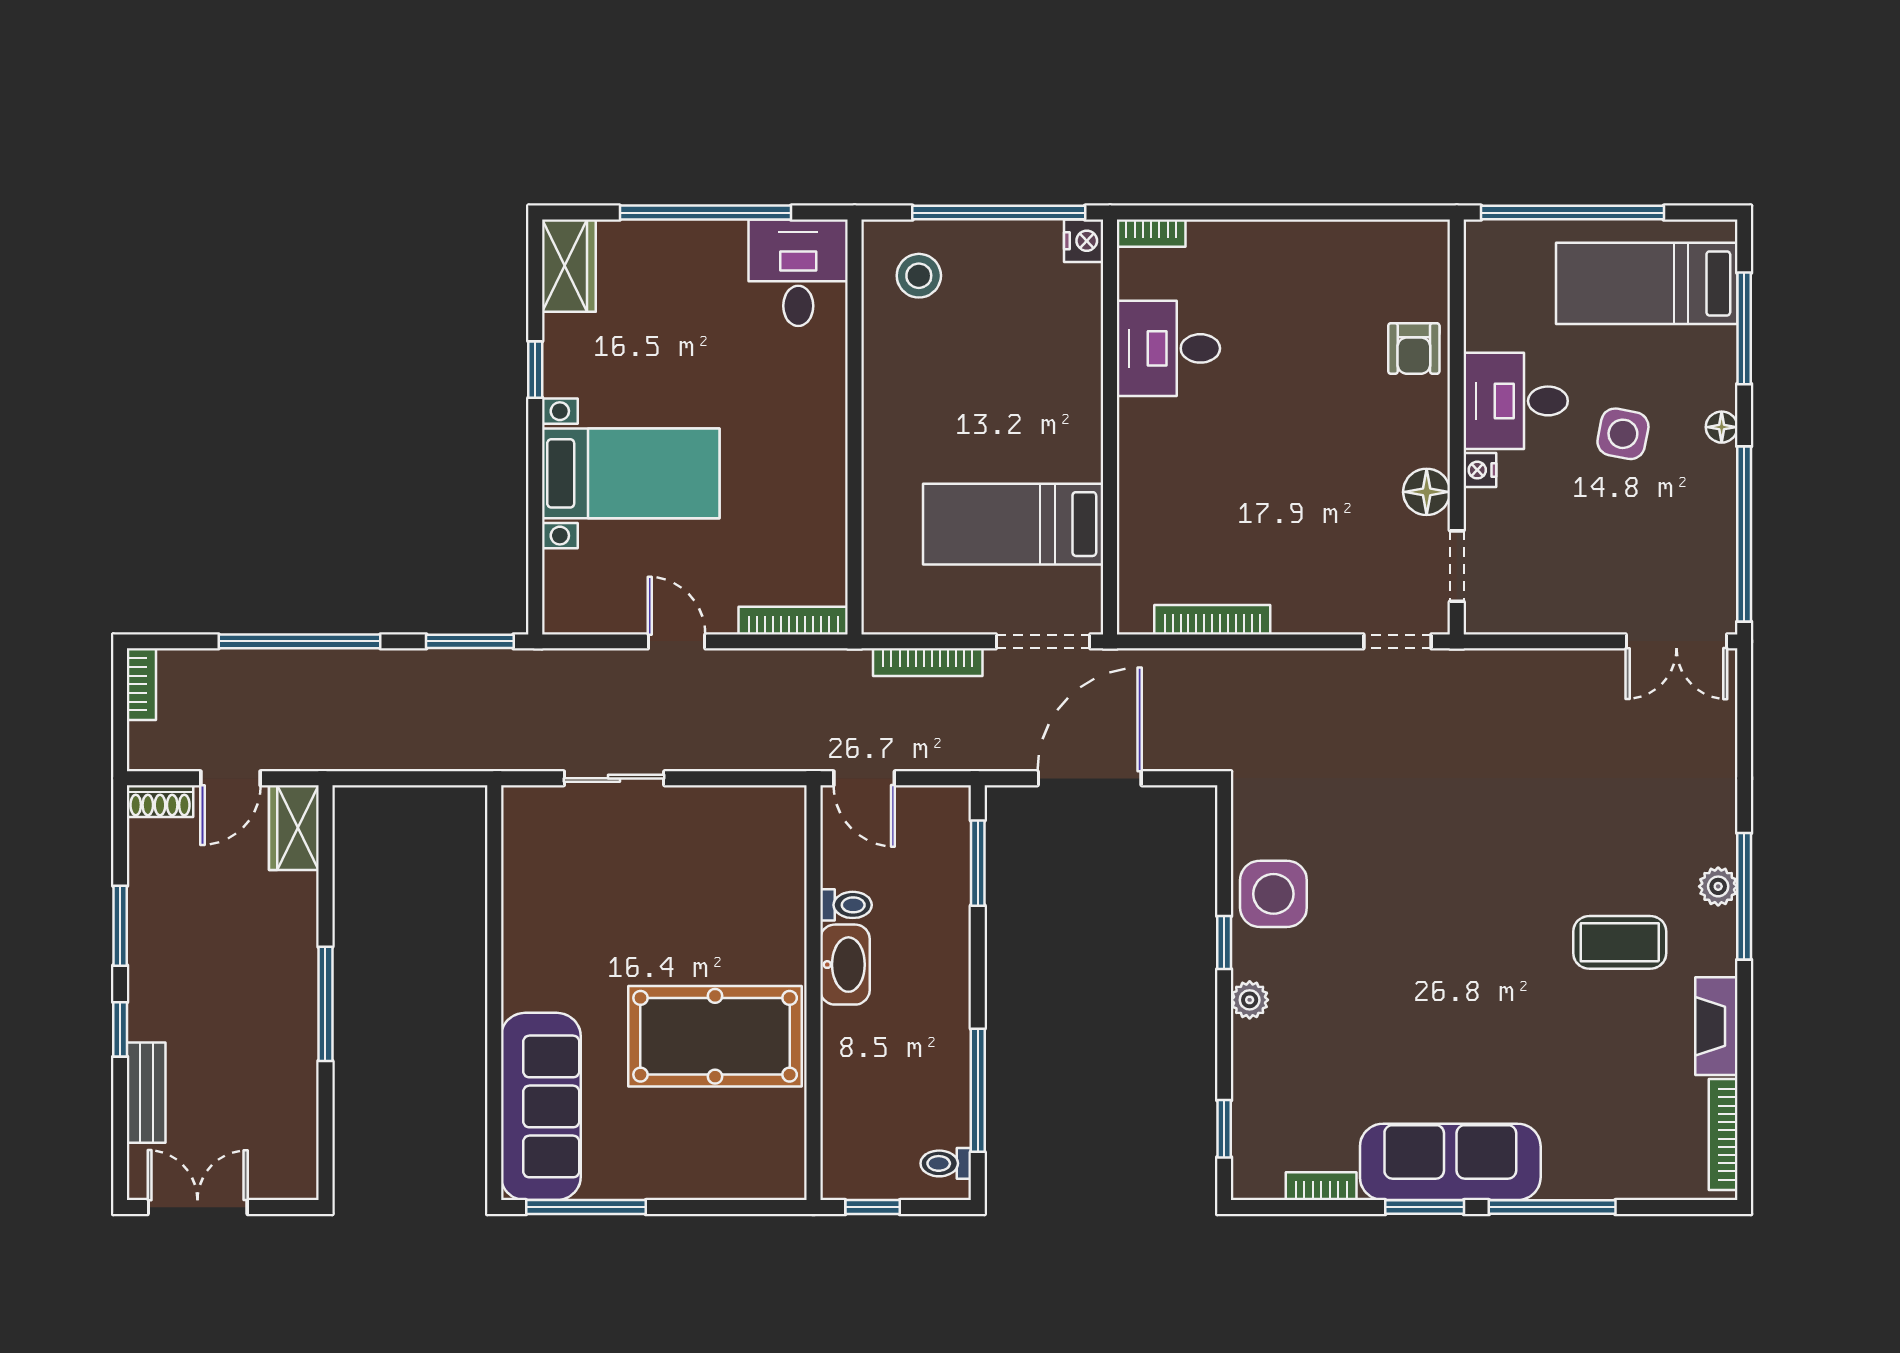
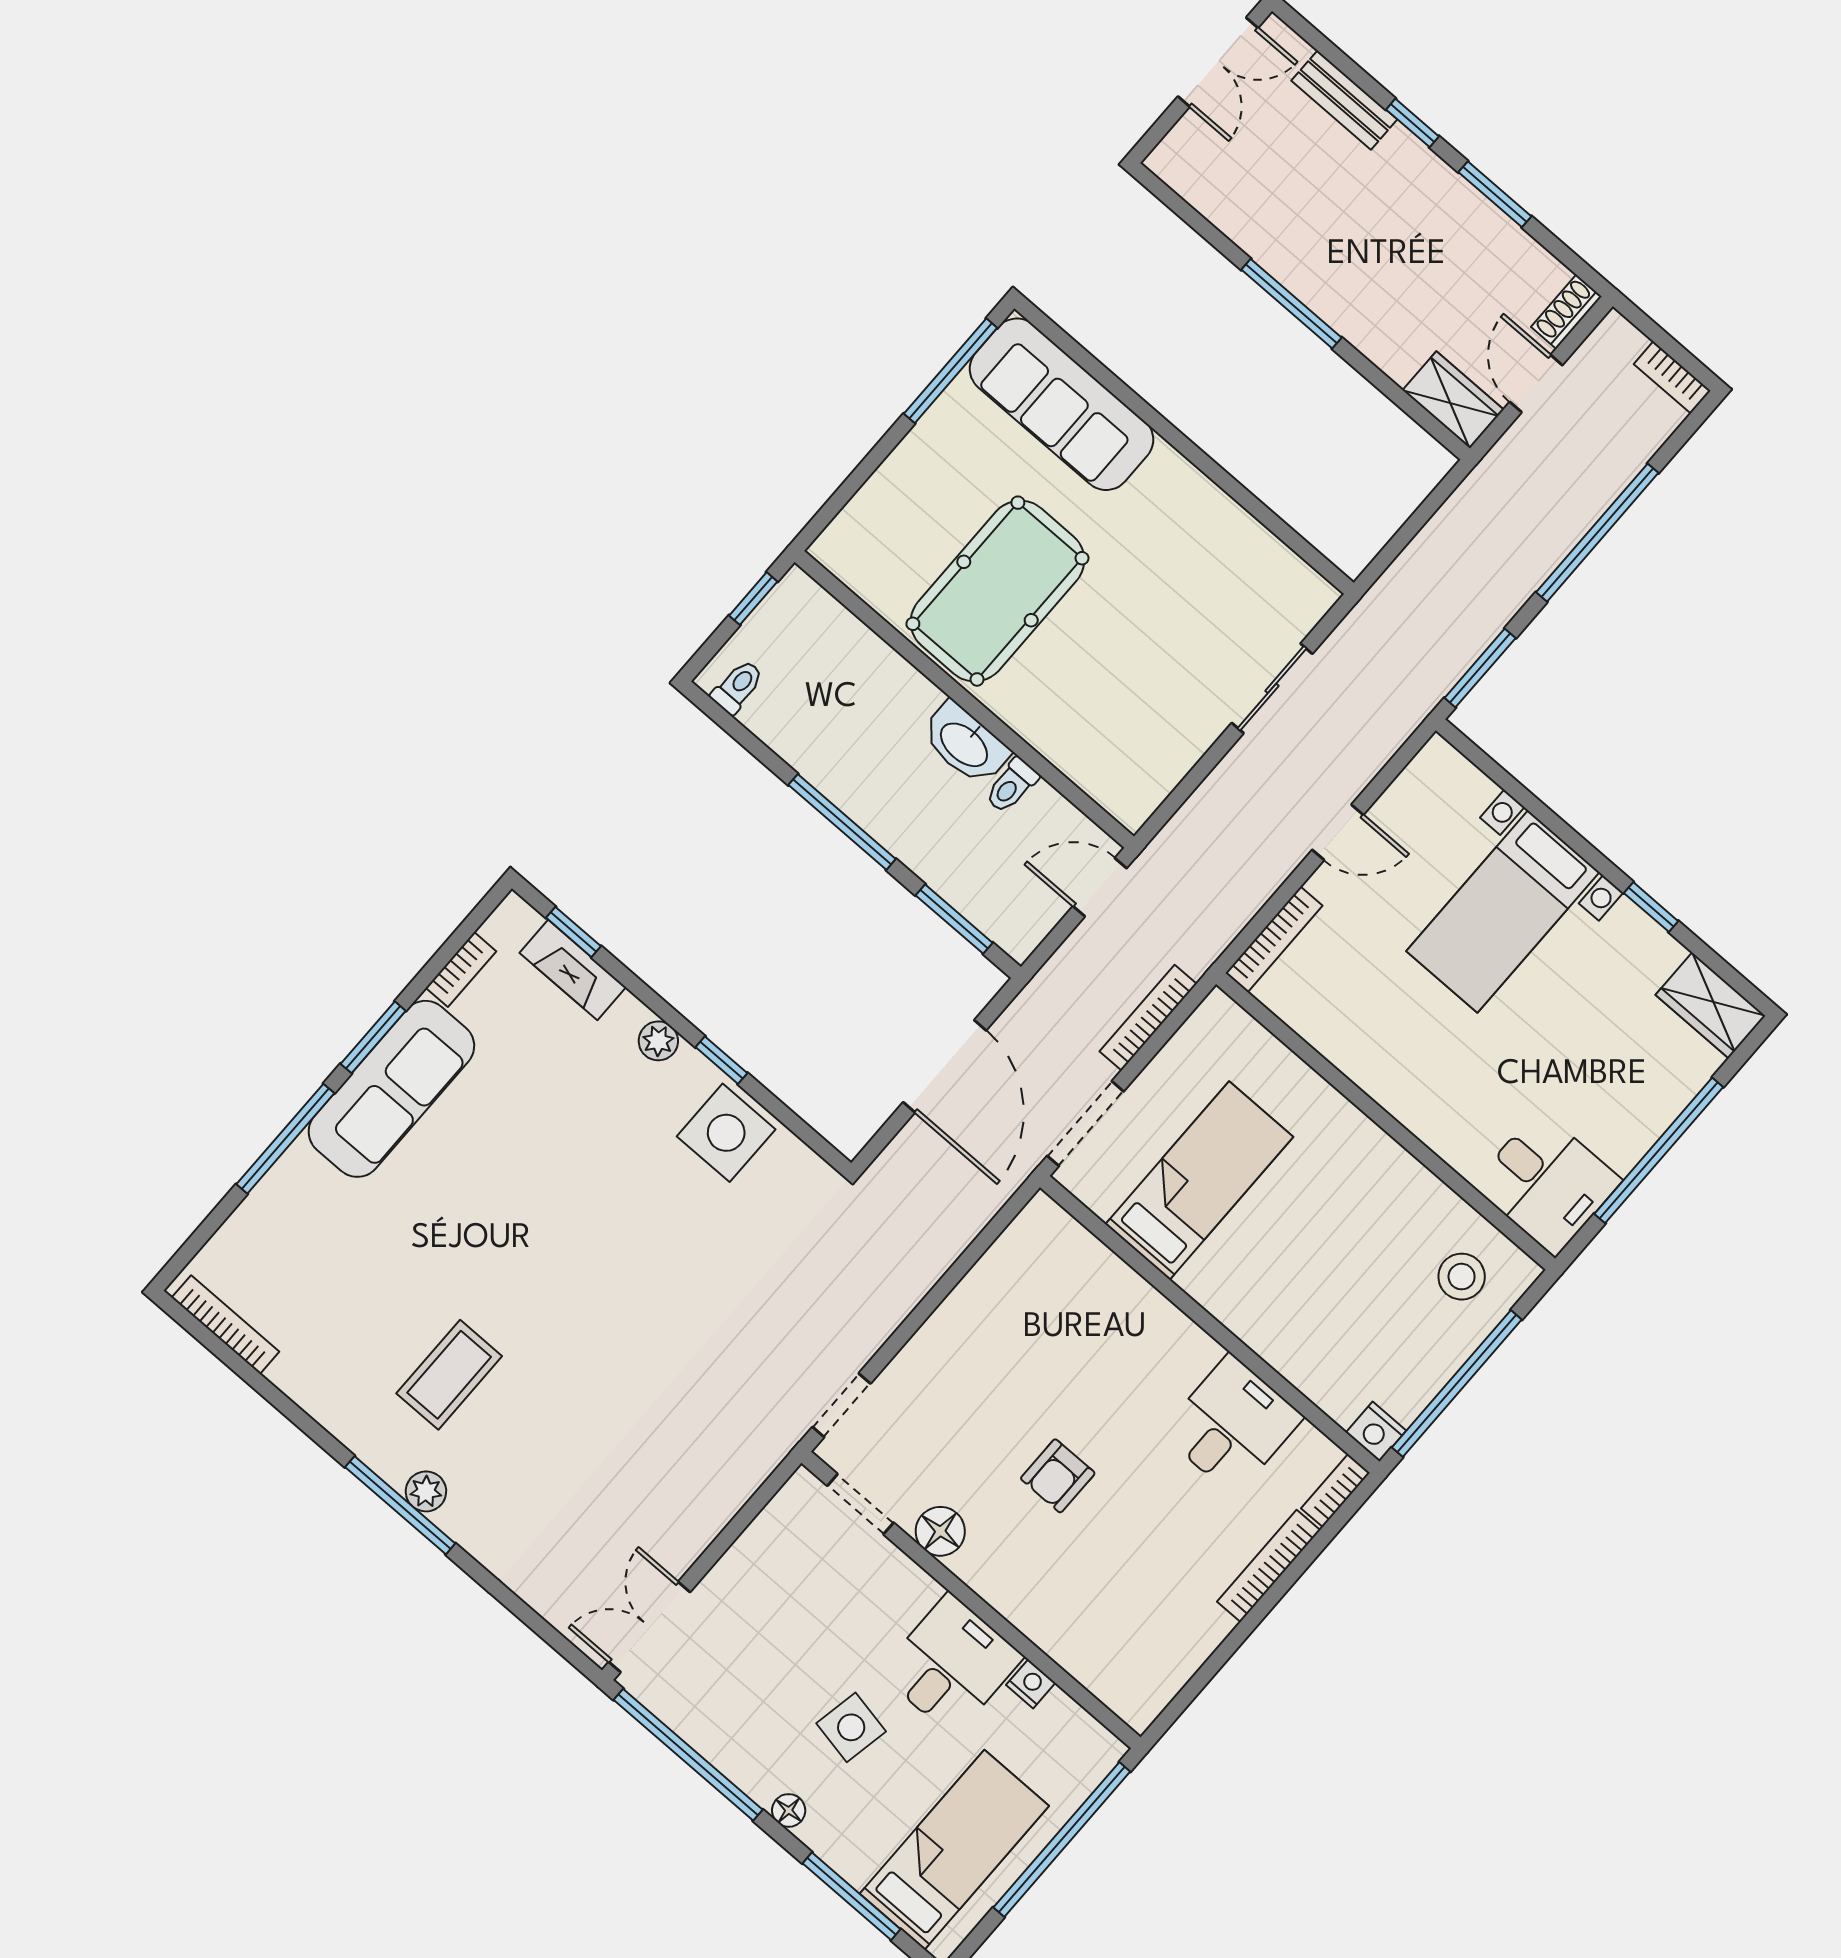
armchair: (1414, 348) -> (1058, 1476), moved, turned -90
nightstand: (1480, 470) -> (1031, 1684), moved
bookcase: (1212, 620) -> (1269, 1566), moved, turned 180
fireplace: (1716, 1026) -> (573, 970), moved, turned 180
window: (978, 1090) -> (842, 822), moved

